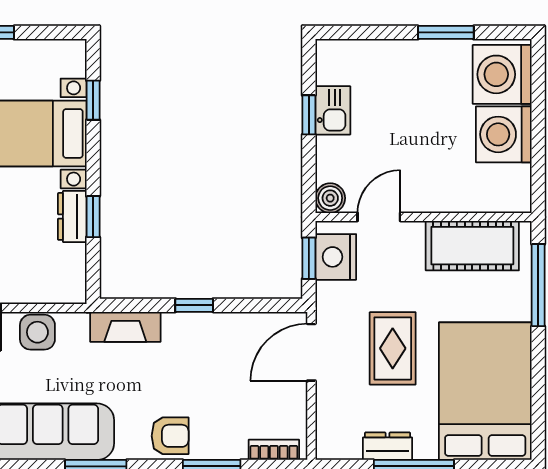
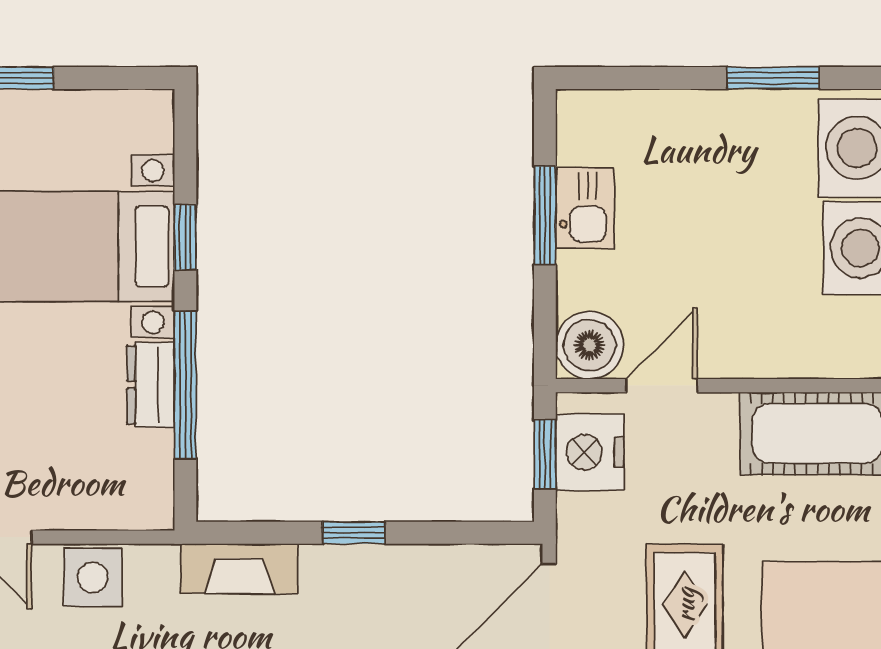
window: (93, 100) -> (185, 237), moved
window: (309, 115) -> (545, 215), width x1.50
boiler: (330, 198) -> (590, 345), width x1.36, depth x1.36
window: (93, 217) -> (185, 385), width x2.17

